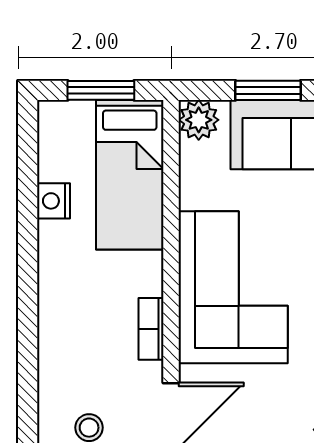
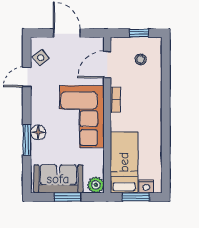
nightstand: (54, 201) -> (146, 186), moved, turned 90

